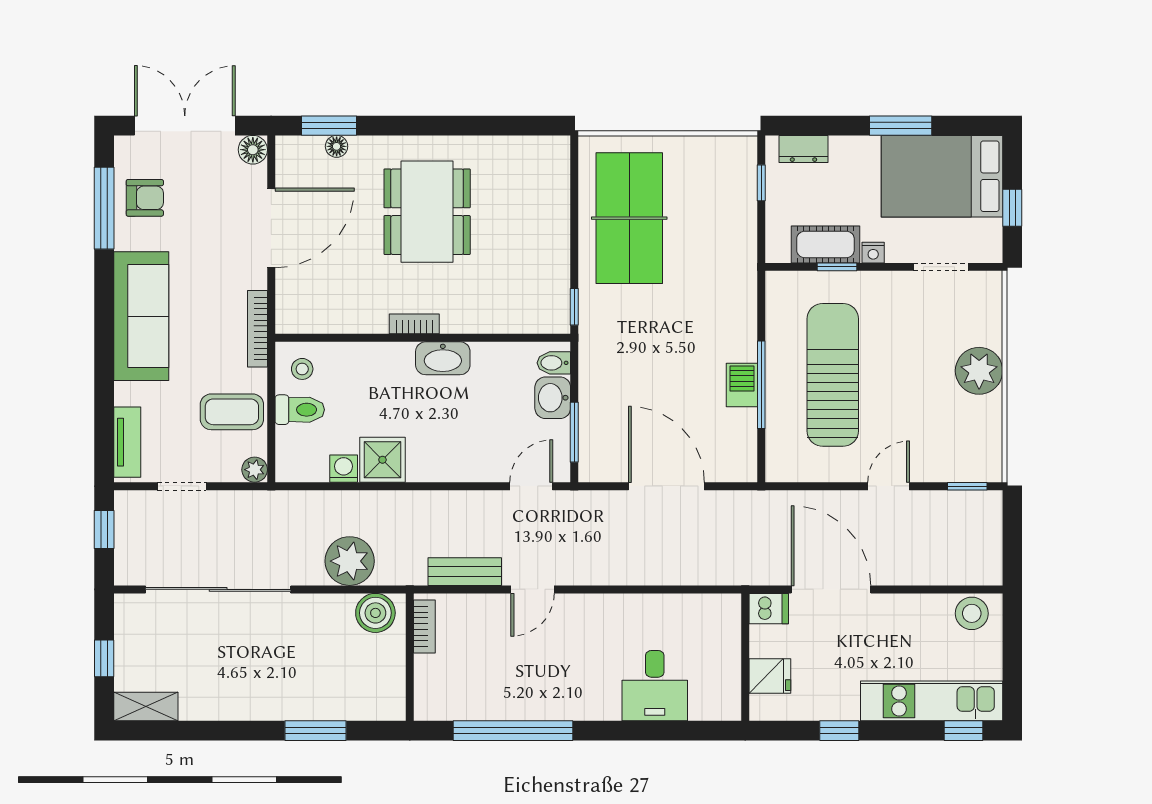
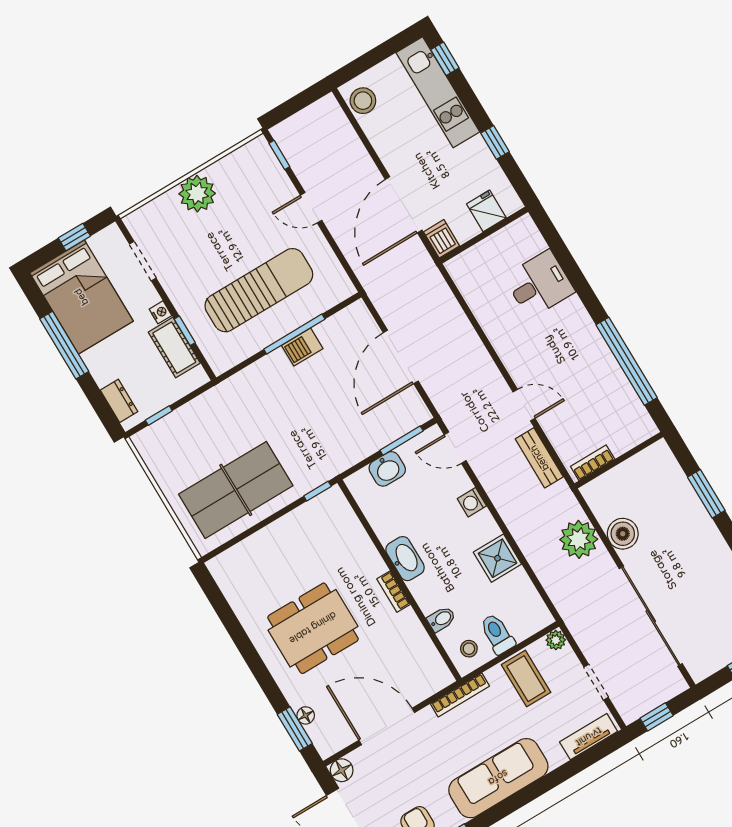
window: (901, 126) -> (64, 345), width x1.44
bidet: (554, 363) -> (441, 619), moved, turned -90
sun lounger: (833, 375) -> (259, 290), turned 180
washing machine: (344, 469) -> (472, 502), moved
boiler: (375, 613) -> (623, 534), moved

